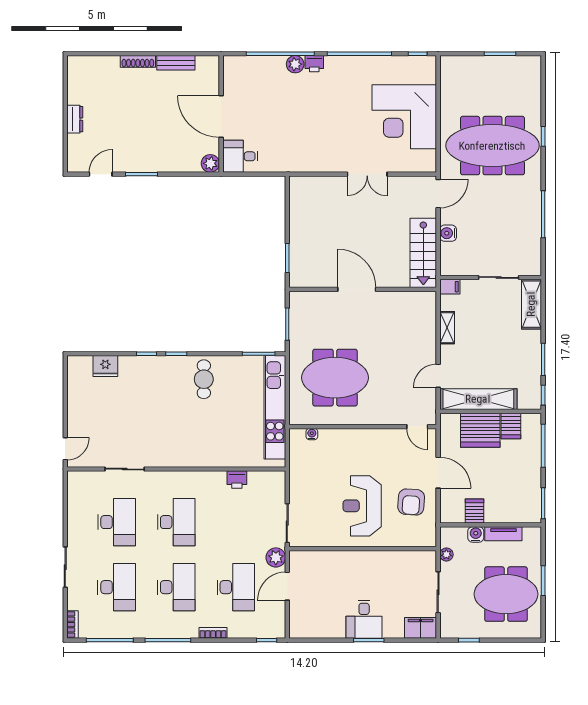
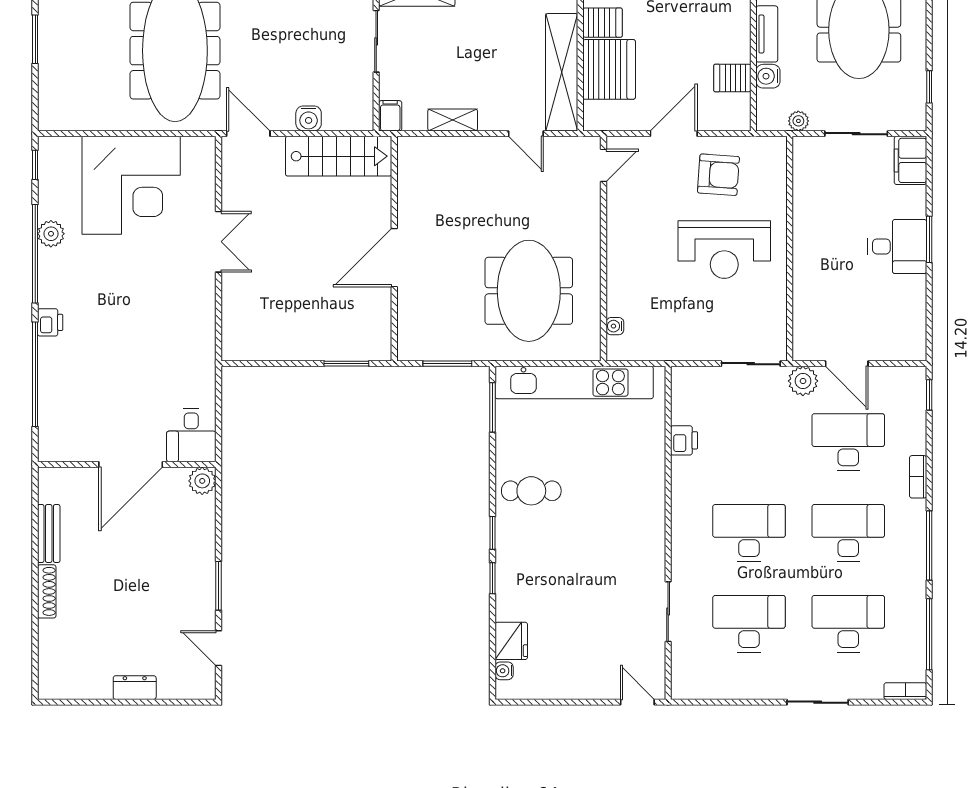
plant: (295, 64) -> (51, 234), moved
water cooler: (86, 361) -> (504, 671), added

